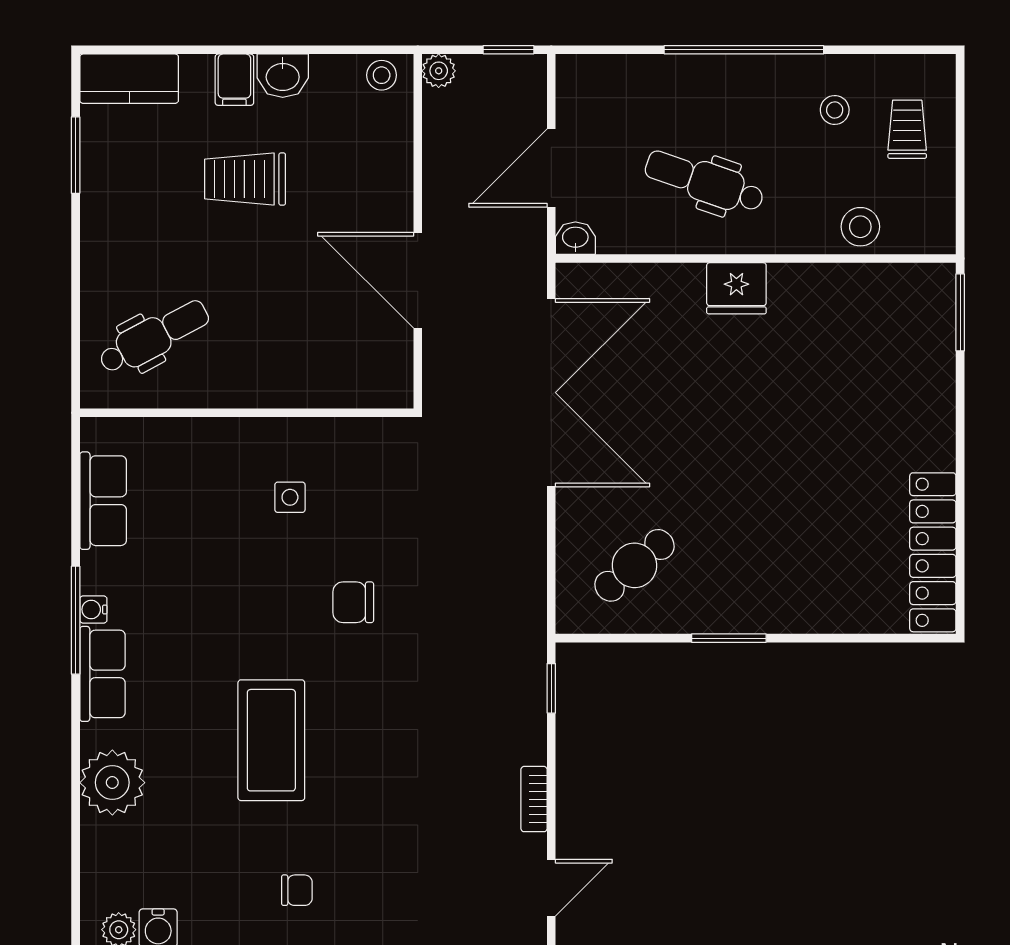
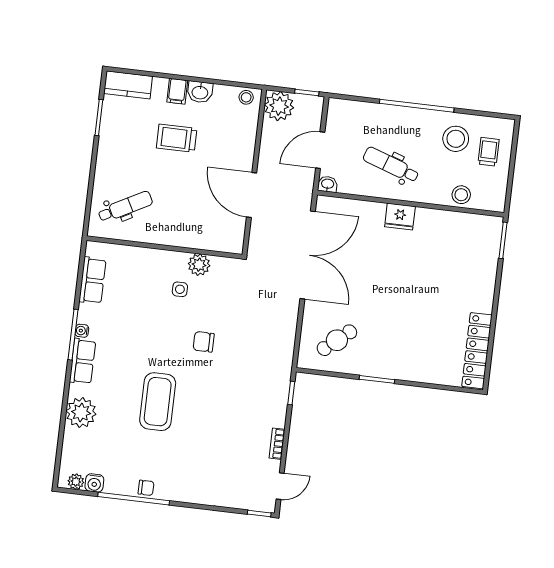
plant: (439, 71) -> (279, 106), width x1.87, depth x1.87
stool: (835, 110) -> (456, 139), width x1.89, depth x1.89
plant: (324, 441) -> (199, 265), added
chair: (297, 890) -> (146, 488), moved

